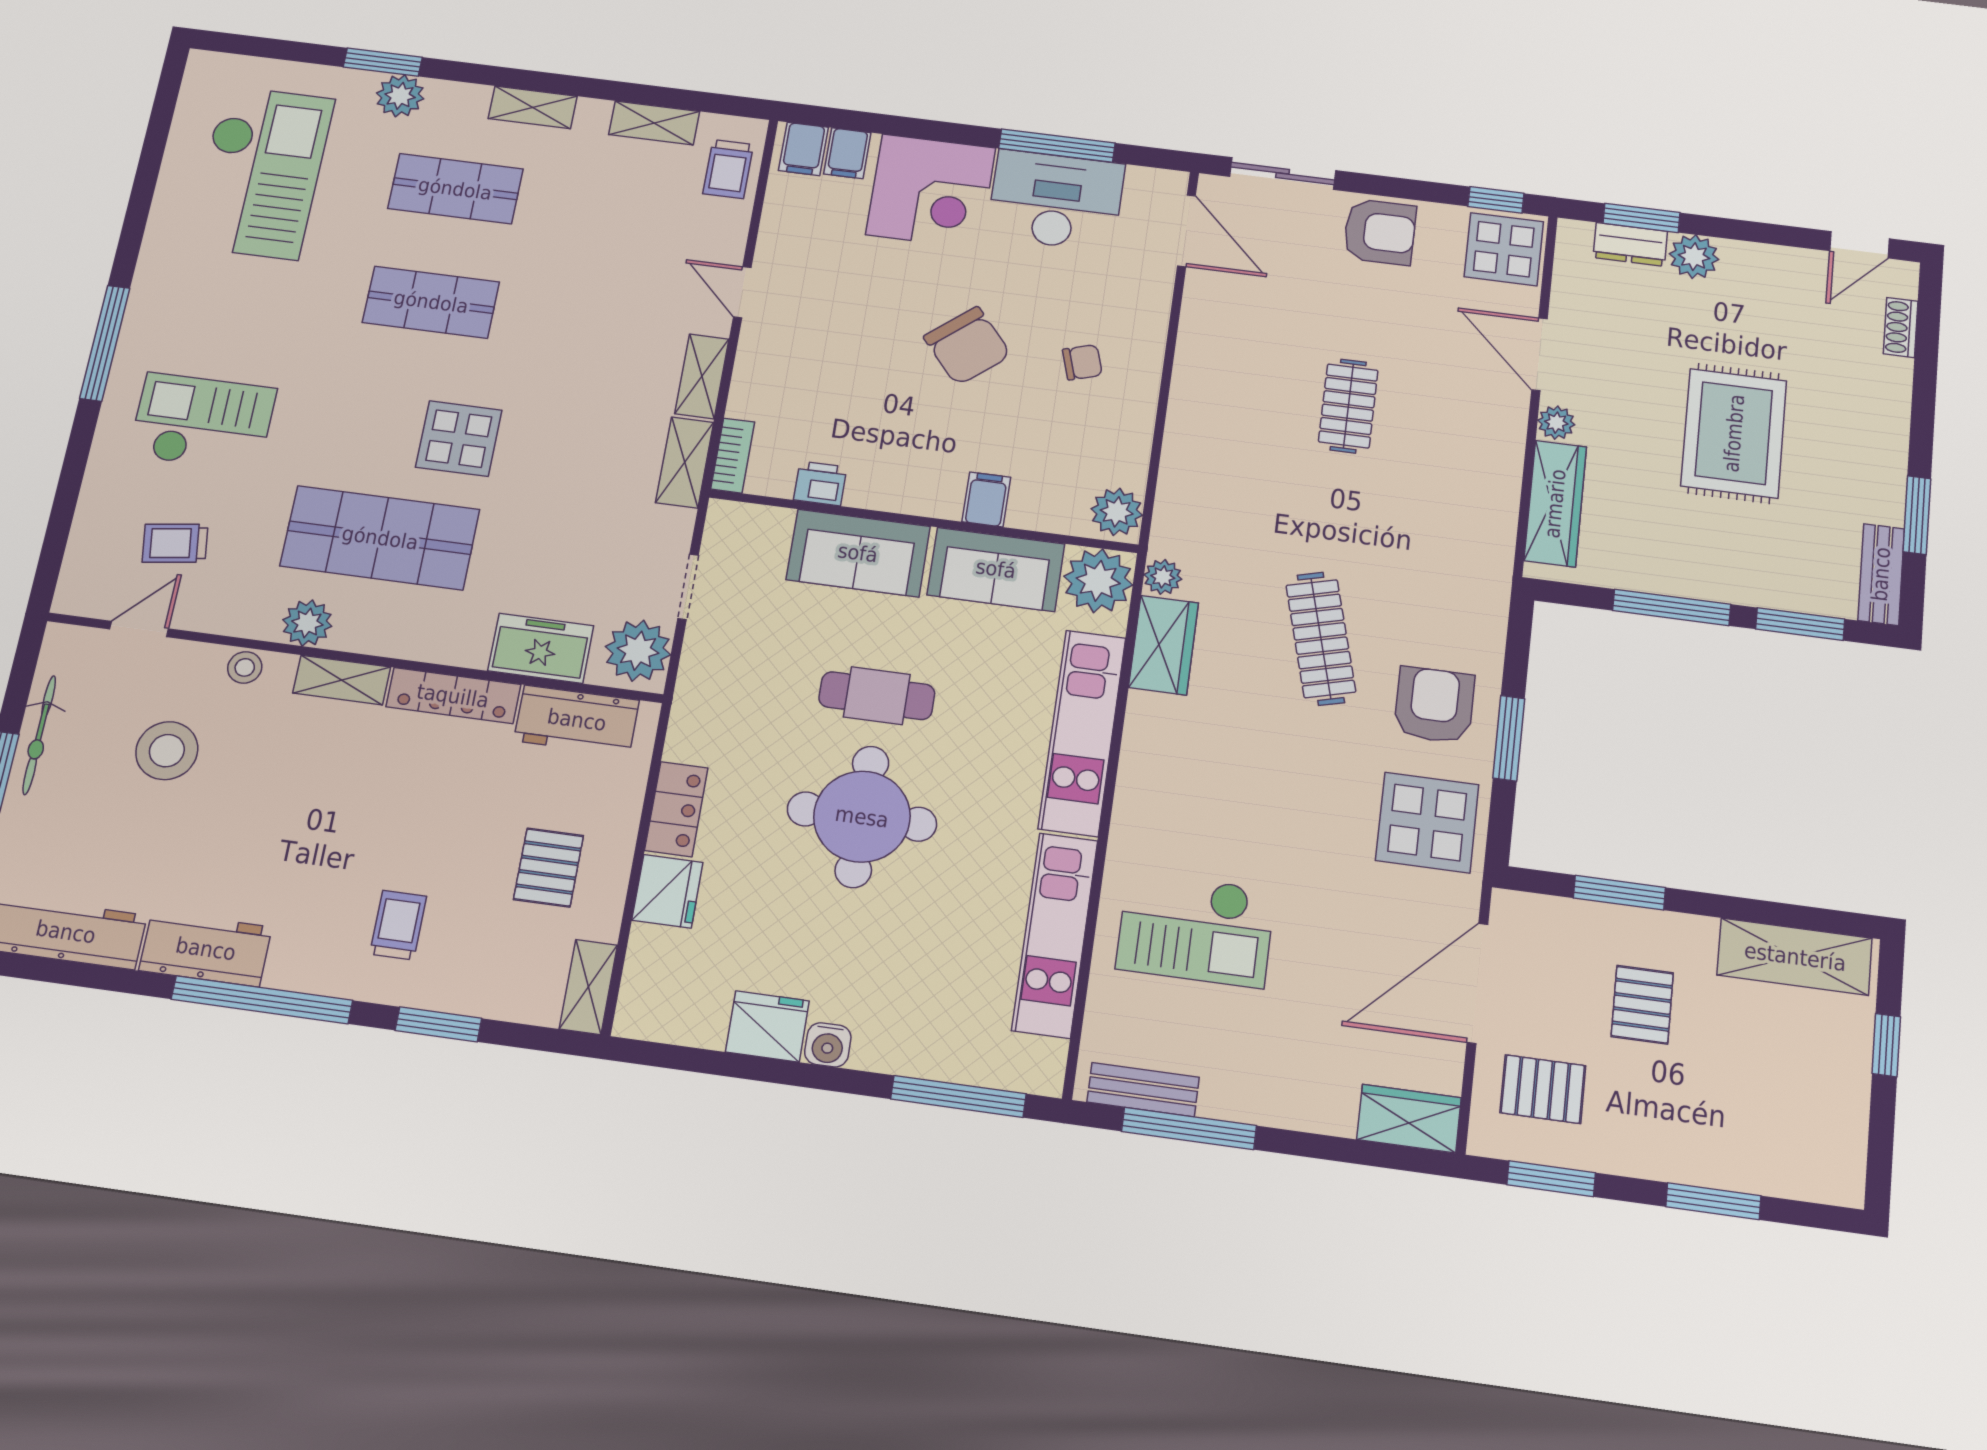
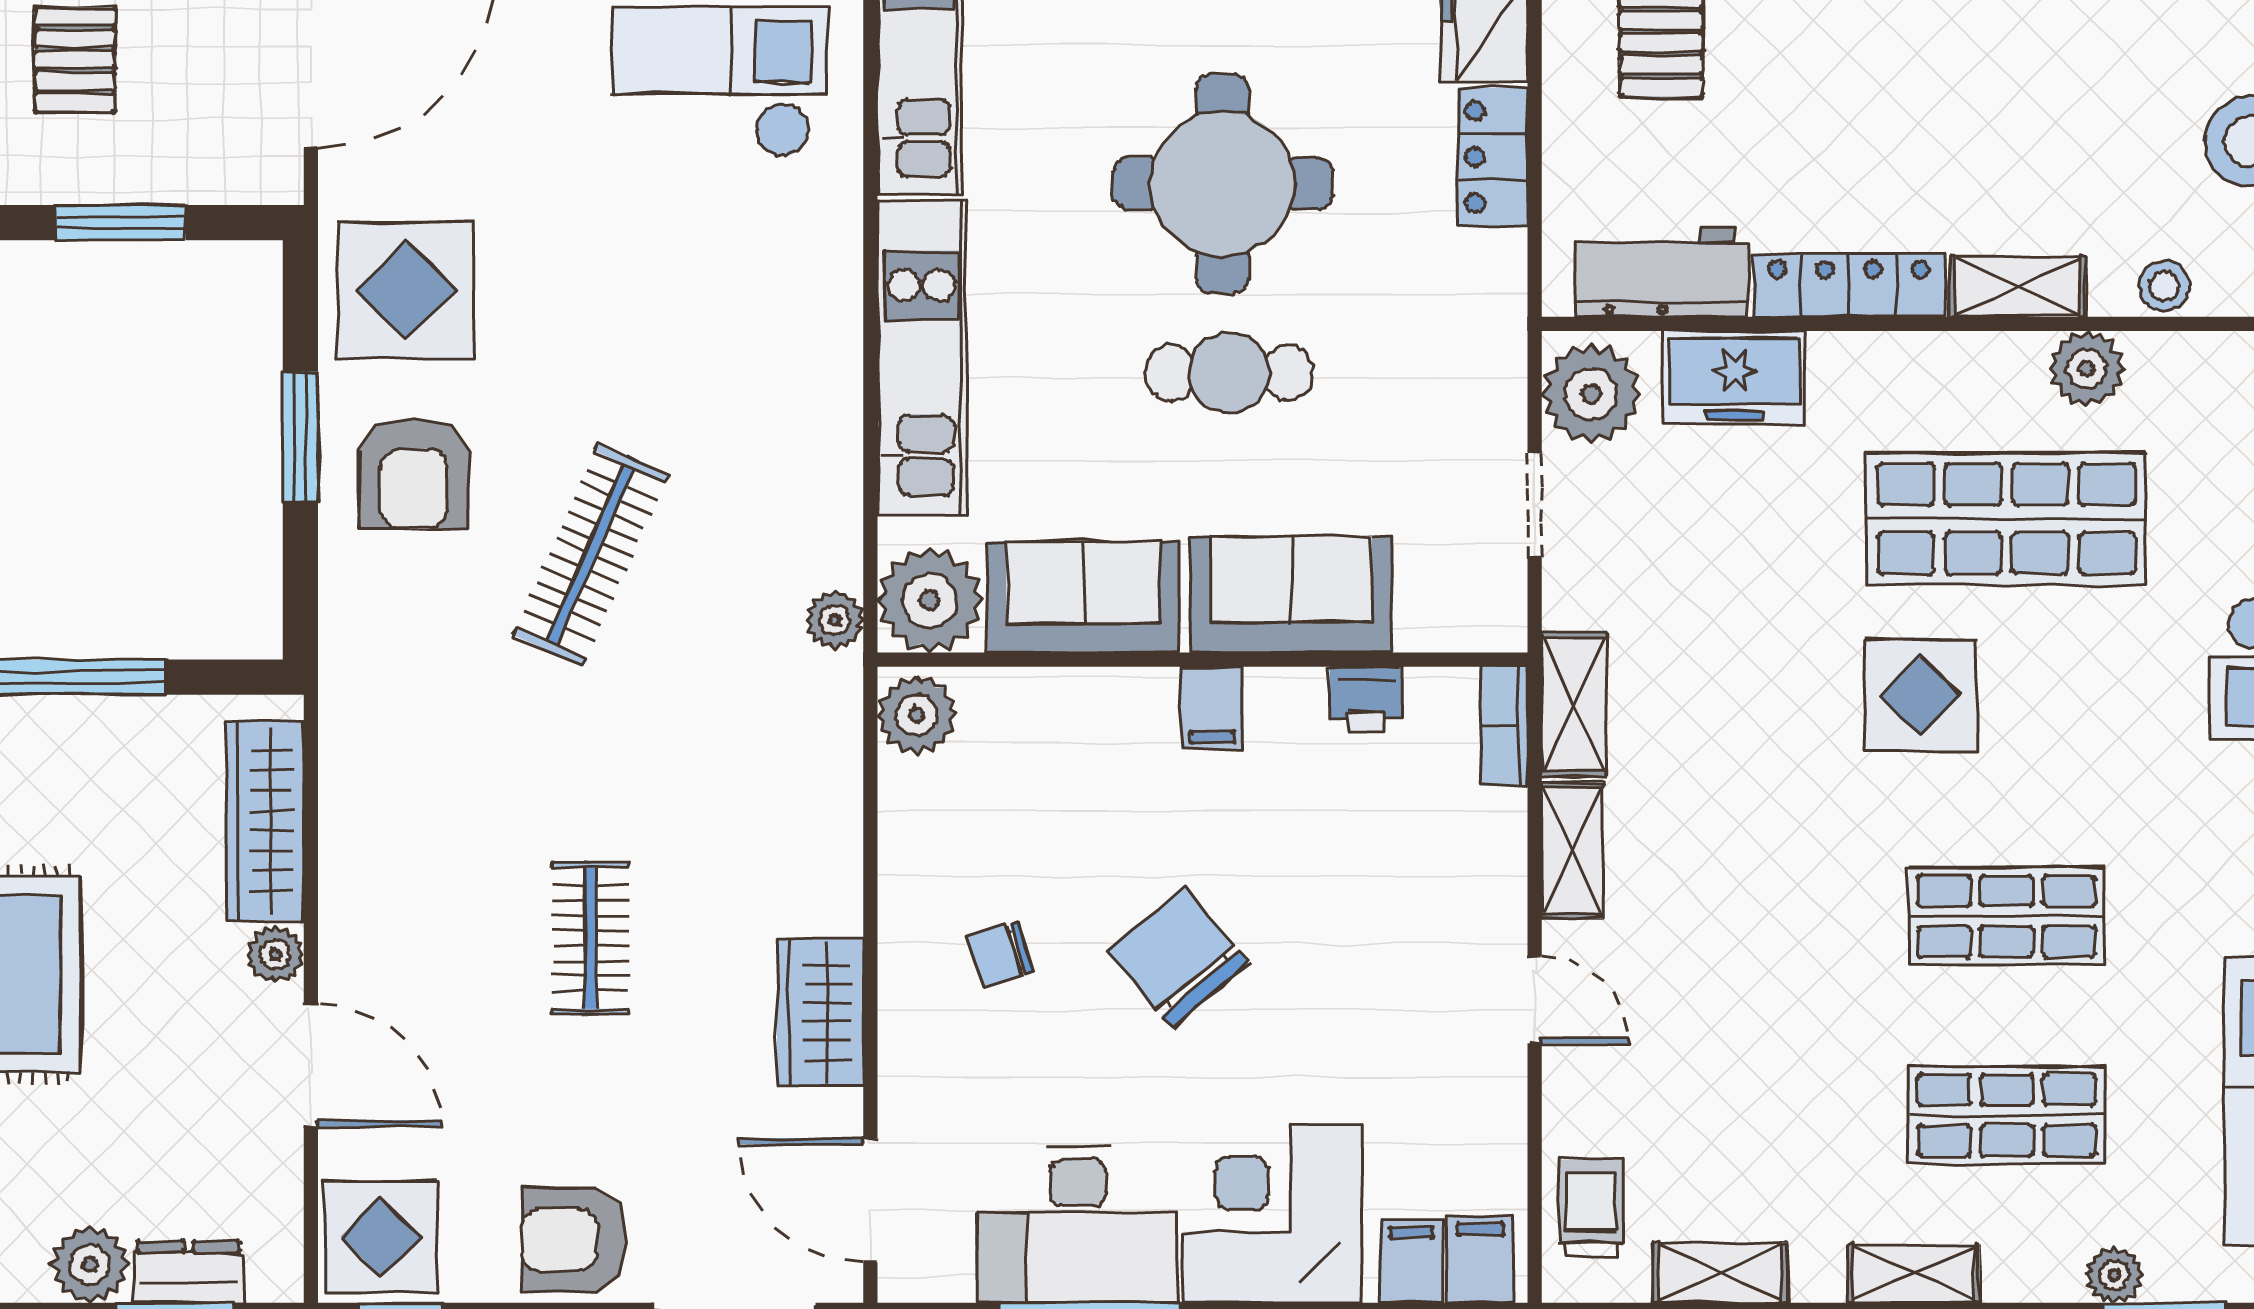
plant: (400, 96) -> (2114, 1275), width x0.73, depth x0.73
filing cabinet: (986, 499) -> (1212, 708), moved
clothes rail: (1321, 638) -> (591, 555), turned 39
wardrobe: (1164, 645) -> (820, 1012), moved

